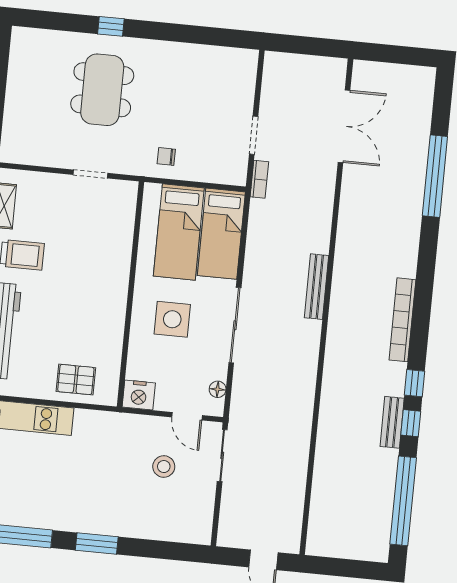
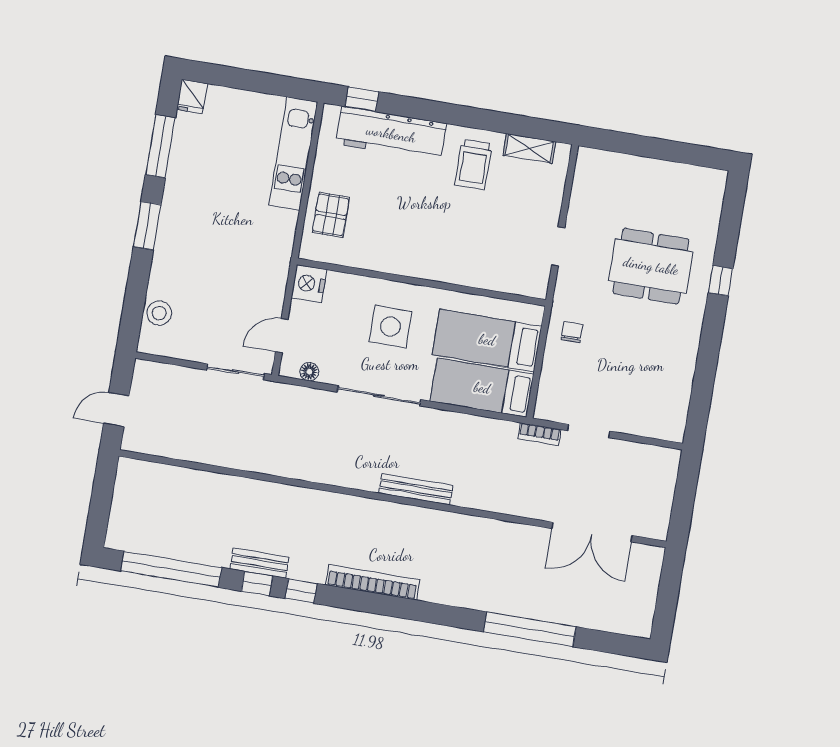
stool: (164, 467) -> (159, 313), moved

